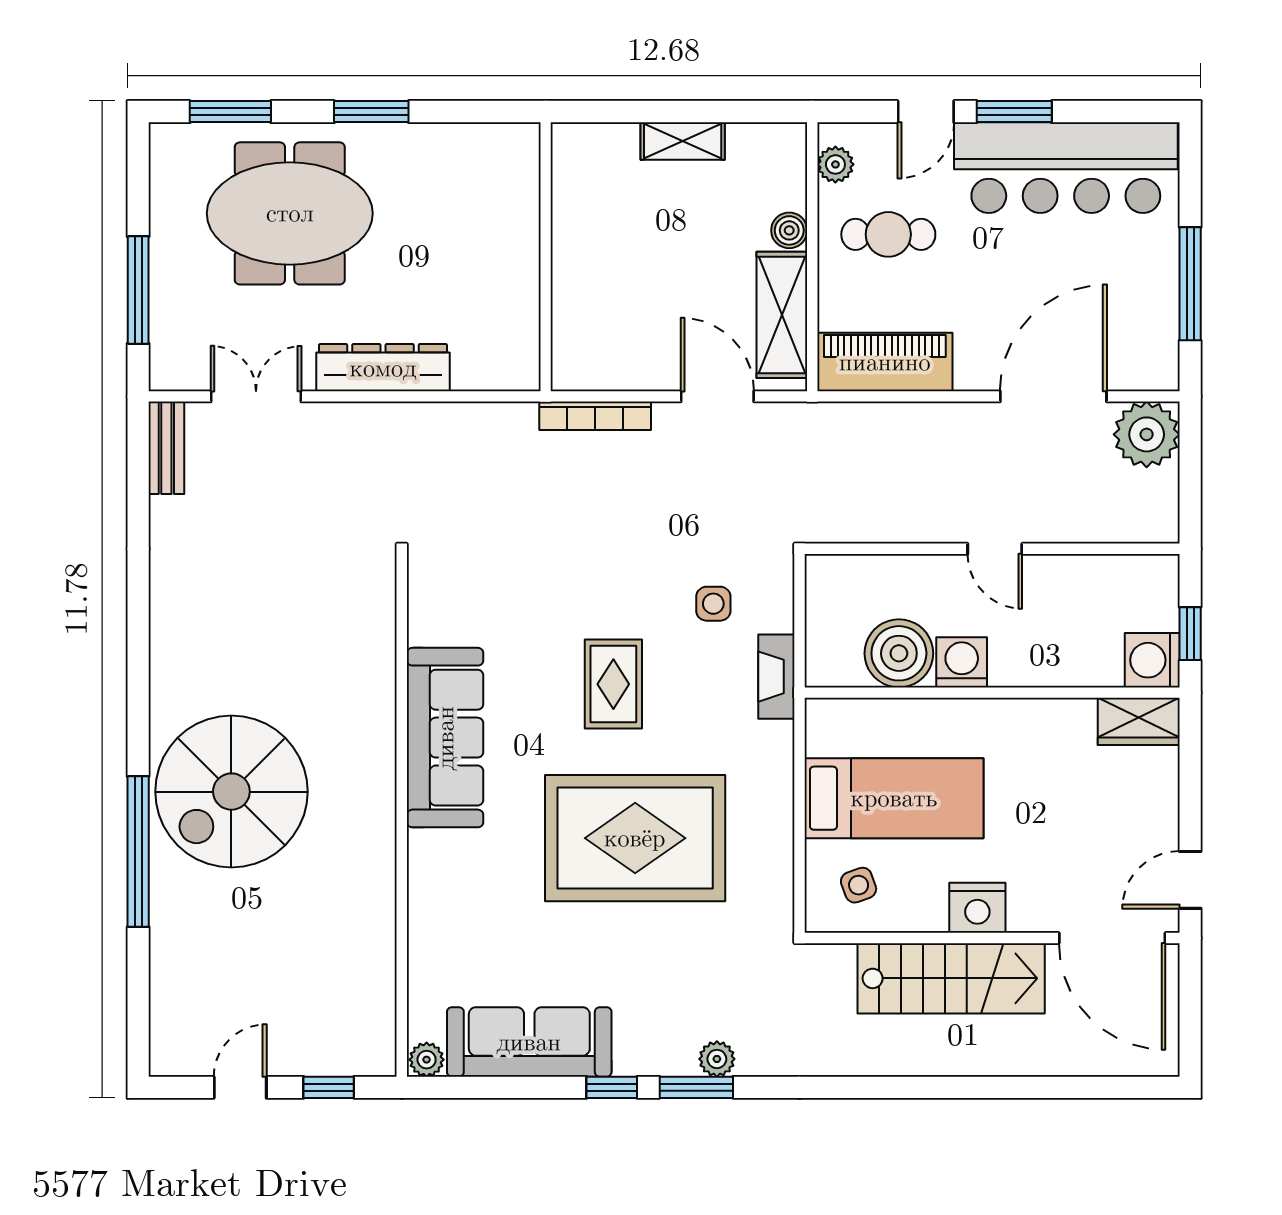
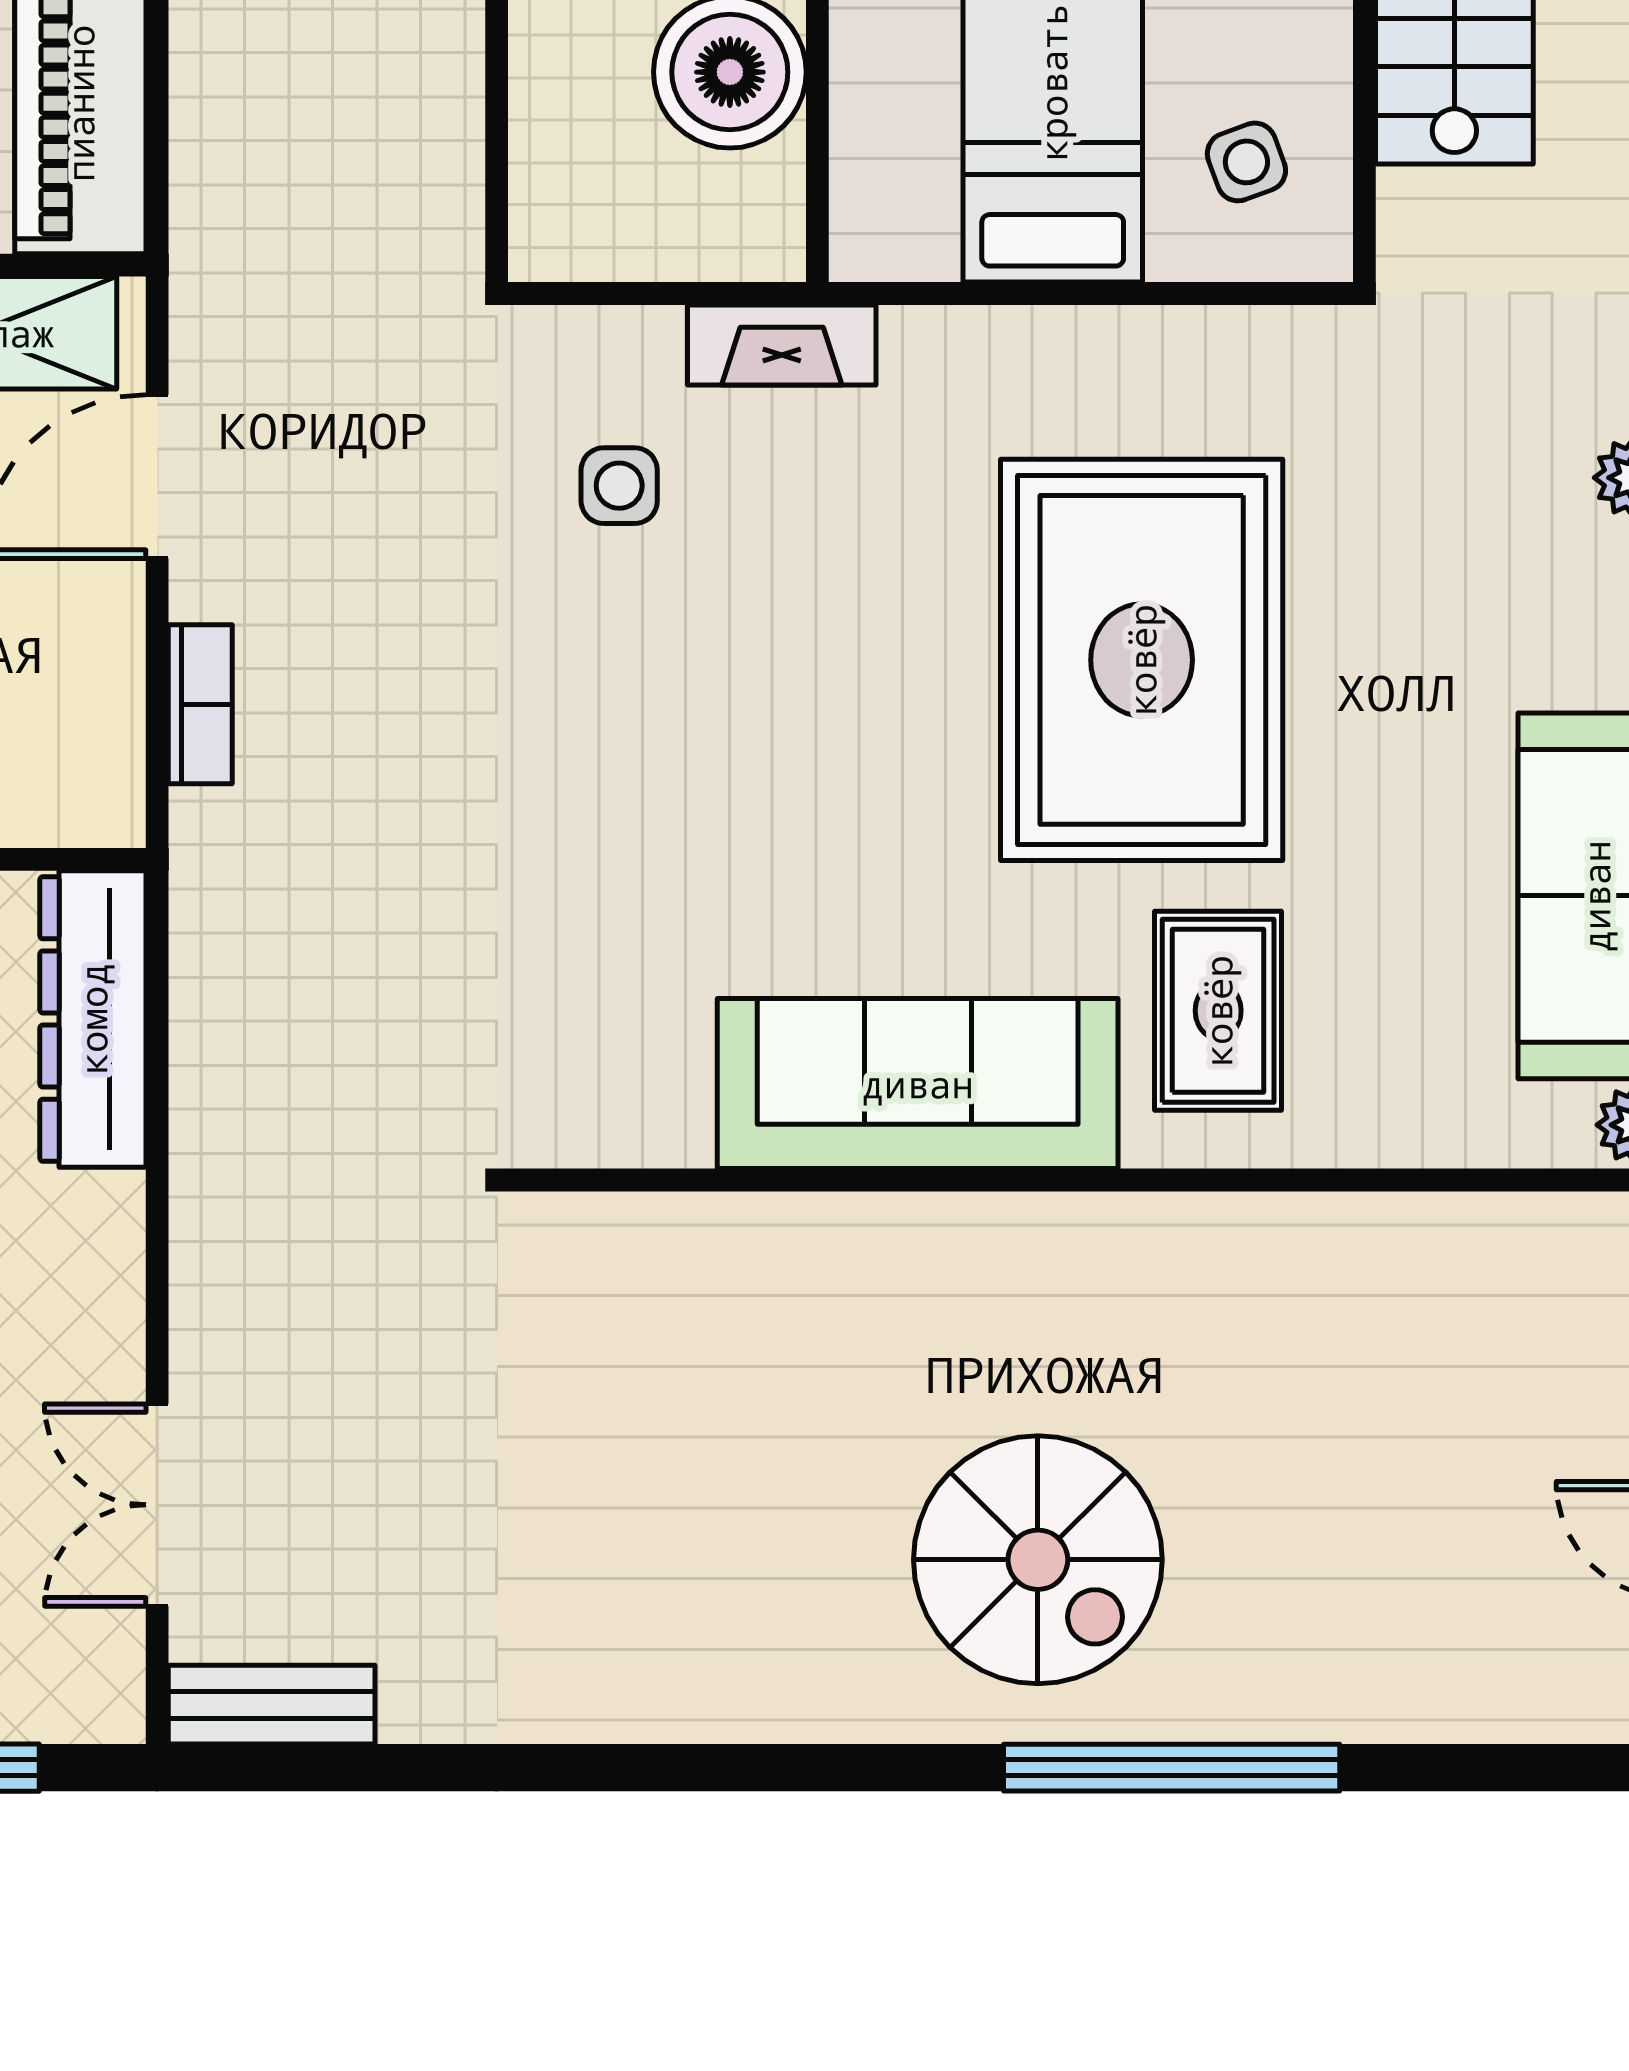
dresser: (383, 368) -> (93, 1019), moved
bookcase: (595, 416) -> (200, 704), width x0.64
rug: (613, 684) -> (1218, 1011), moved, turned 90
spiral stairs: (231, 792) -> (1038, 1560), width x0.73, depth x0.73

